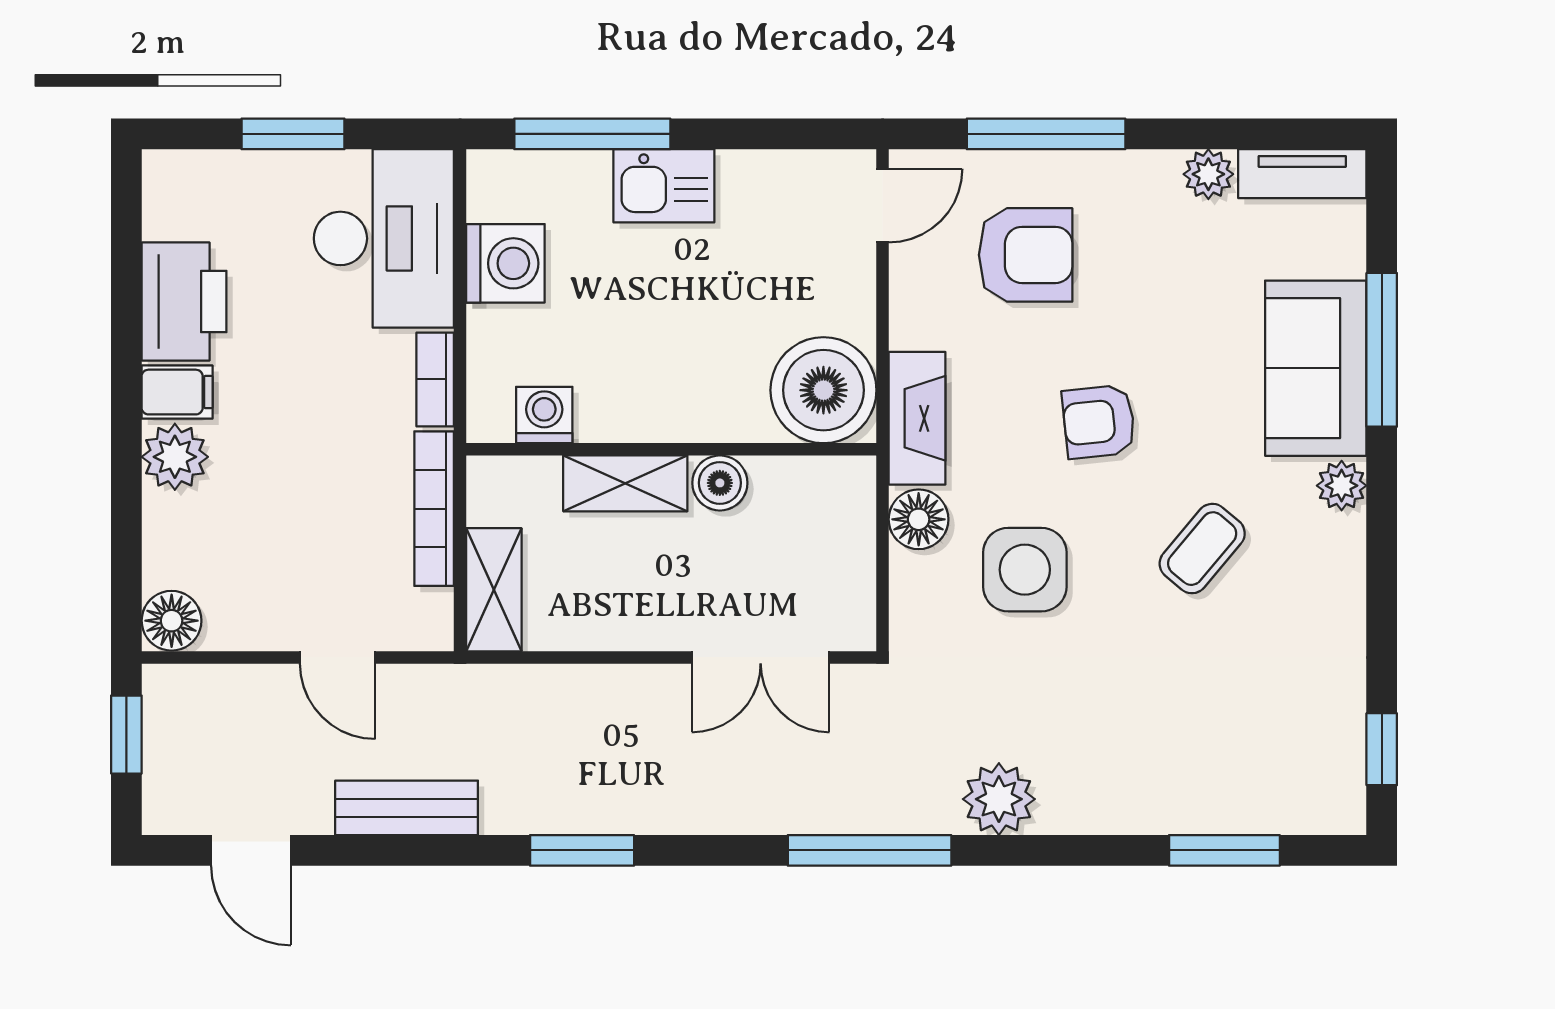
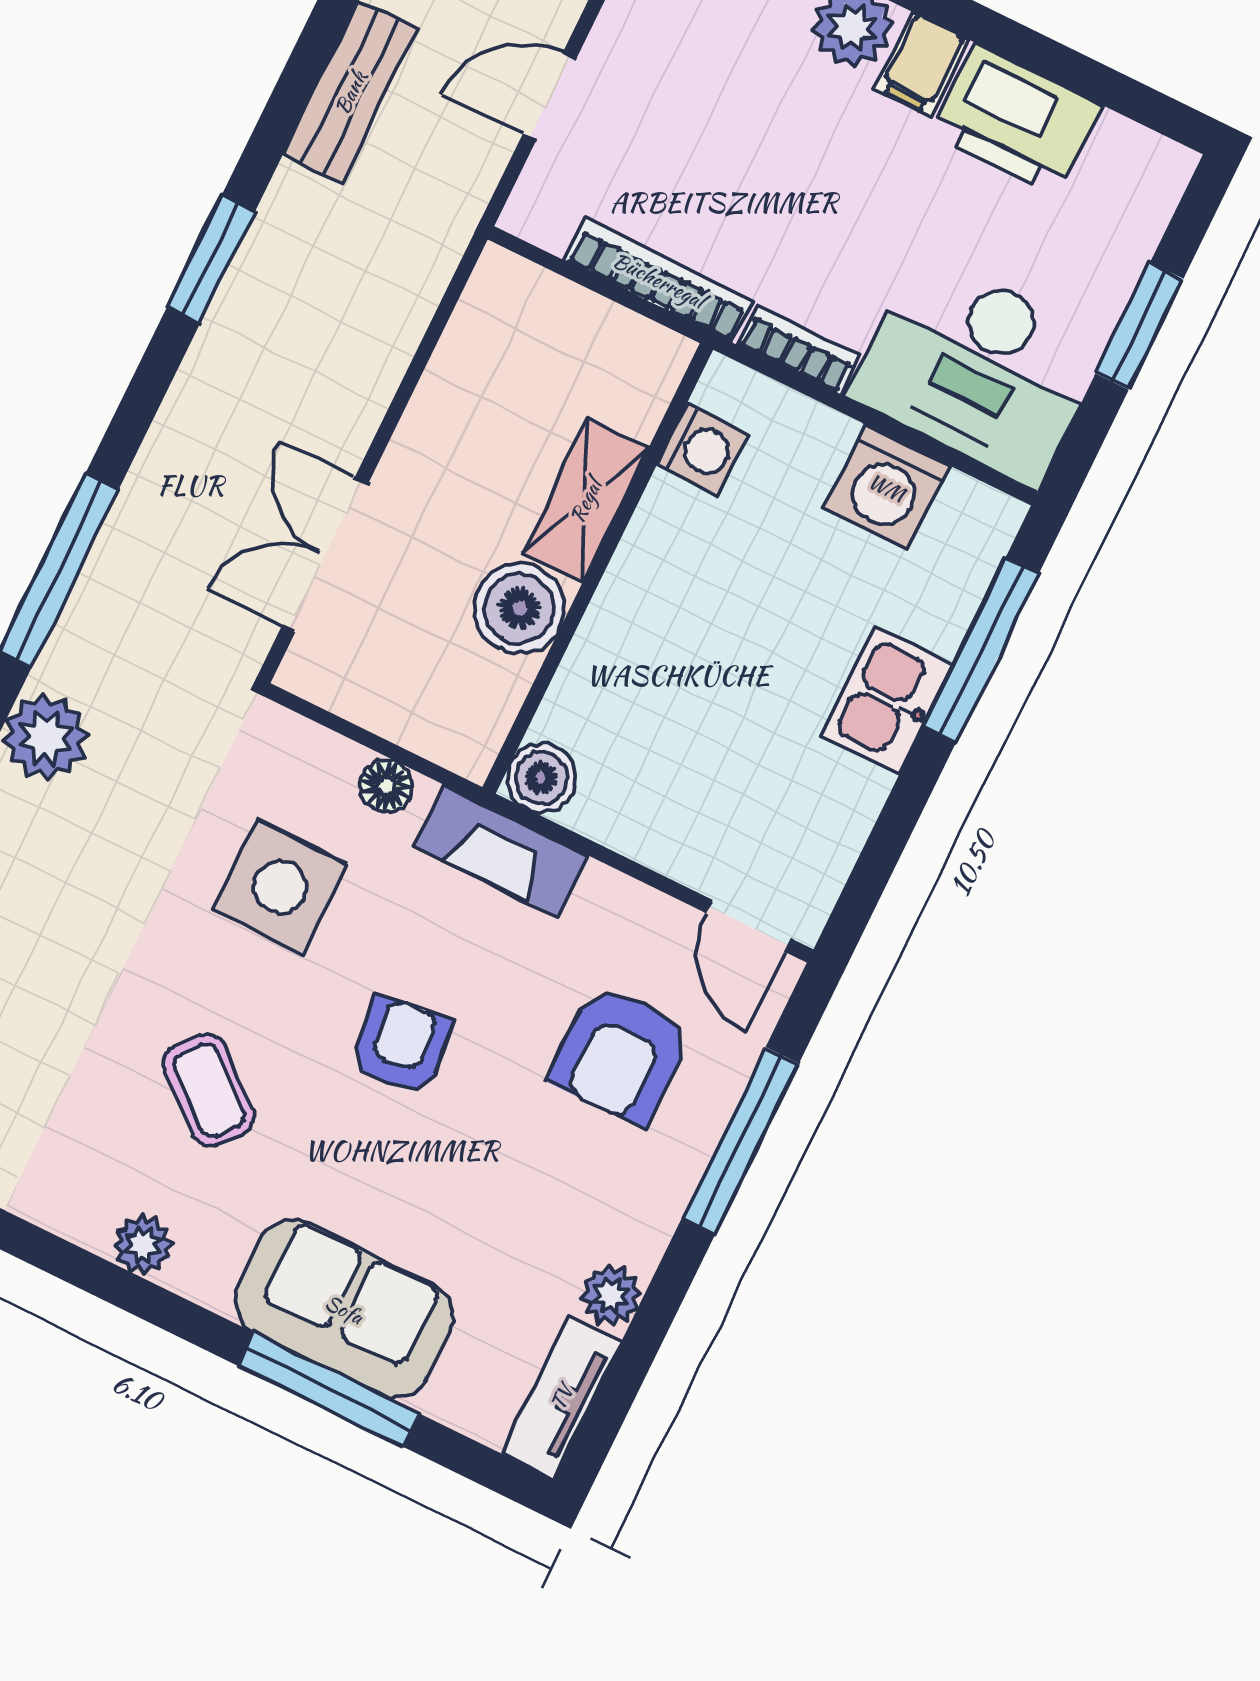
boiler: (823, 390) -> (541, 778), width x0.54, depth x0.54
boiler: (720, 483) -> (519, 609), width x1.36, depth x1.36
plant: (1342, 486) -> (143, 1245), moved
floor lamp: (919, 519) -> (386, 786), width x0.73, depth x0.73
shelving: (494, 590) -> (540, 302), removed

